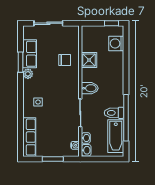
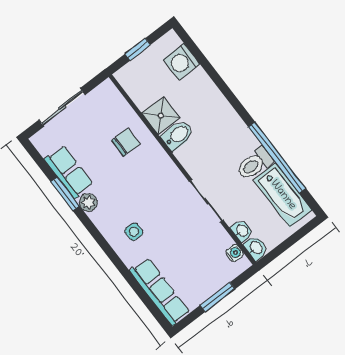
window: (111, 23) -> (138, 49), moved
bidet: (90, 88) -> (177, 135), moved

